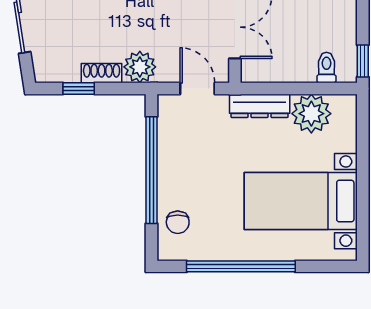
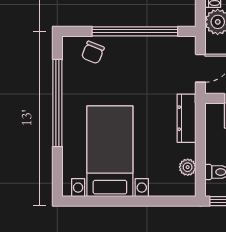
plant: (311, 114) -> (188, 167), width x0.53, depth x0.53
chair: (178, 222) -> (93, 52), turned -68

